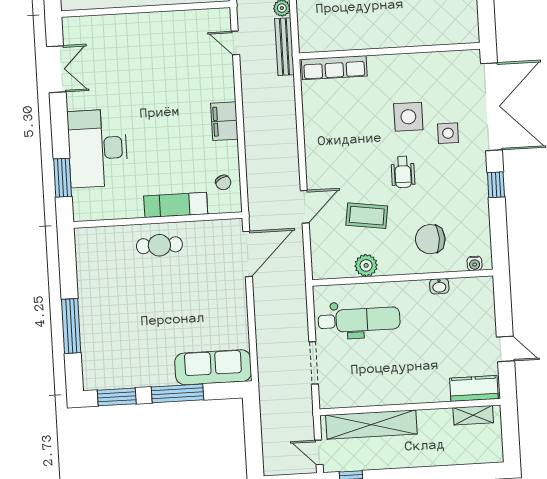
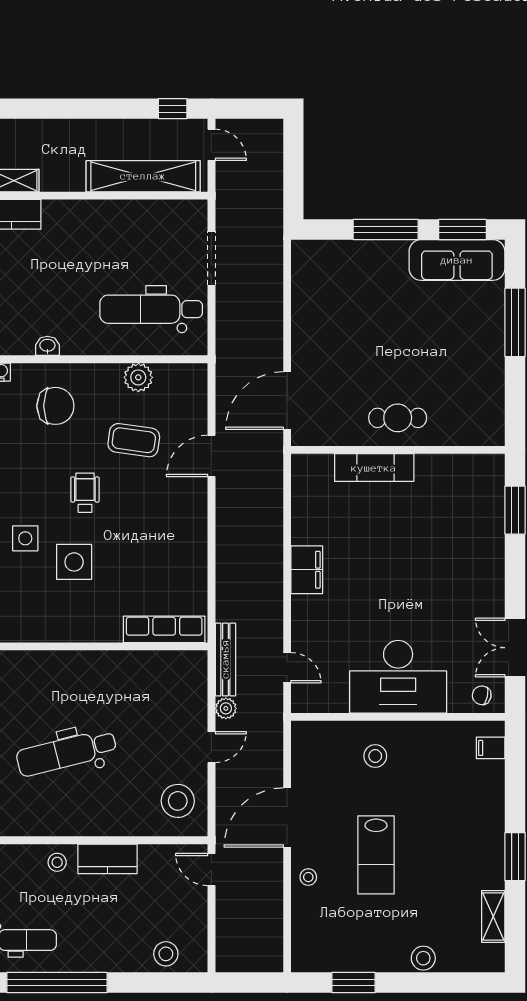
desk: (98, 148) -> (398, 677), moved, turned 90
chair: (223, 182) -> (482, 695), moved, turned -51
sofa: (213, 367) -> (457, 260), moved

